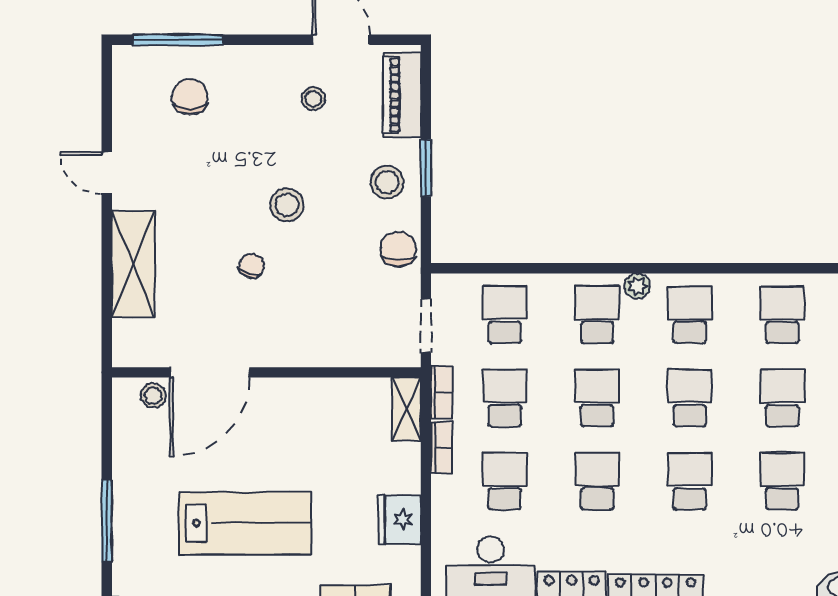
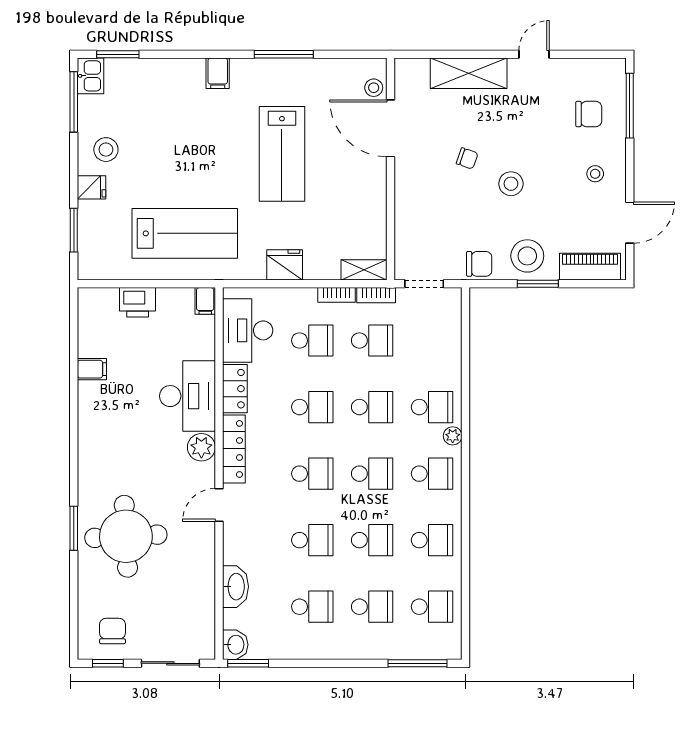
stool: (313, 99) -> (595, 174), moved
stool: (387, 182) -> (527, 256), width x1.38, depth x1.38
school desk: (505, 315) -> (432, 340), removed

